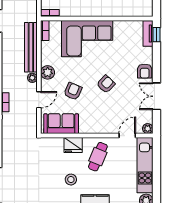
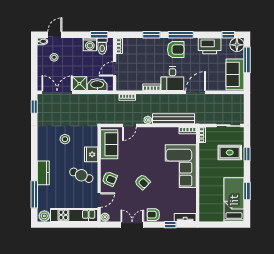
window: (156, 35) -> (170, 225), moved
plant: (48, 72) -> (152, 133), removed
armchair: (73, 91) -> (110, 179), moved
door: (39, 100) -> (129, 126), hinge flipped
door: (127, 136) -> (99, 200), hinge flipped
stool: (71, 180) -> (65, 139), moved

